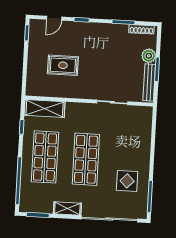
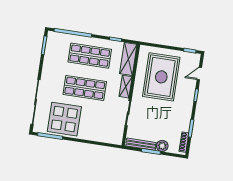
door: (54, 18) -> (199, 74), hinge flipped
rug: (63, 65) -> (161, 77), width x1.86, depth x2.06
display table: (127, 181) -> (64, 119), width x1.86, depth x1.86
shelving: (67, 209) -> (126, 87), moved

